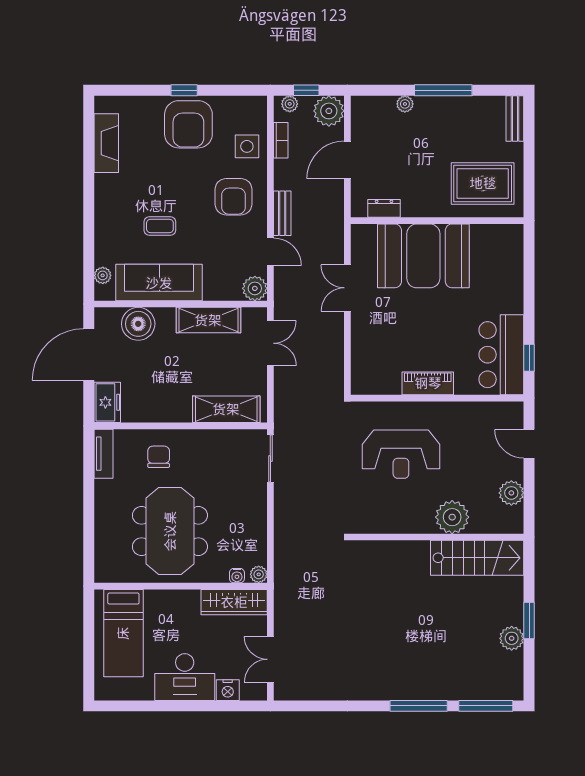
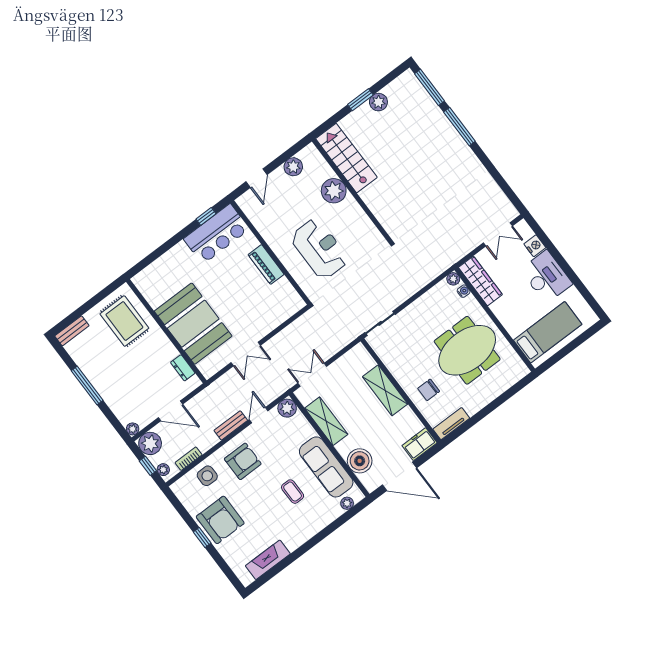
plant: (405, 104) -> (133, 429), moved
armchair: (188, 124) -> (220, 520), turned 90
shelving: (226, 409) -> (385, 390), moved

